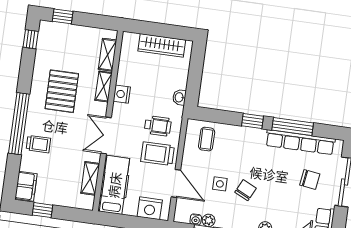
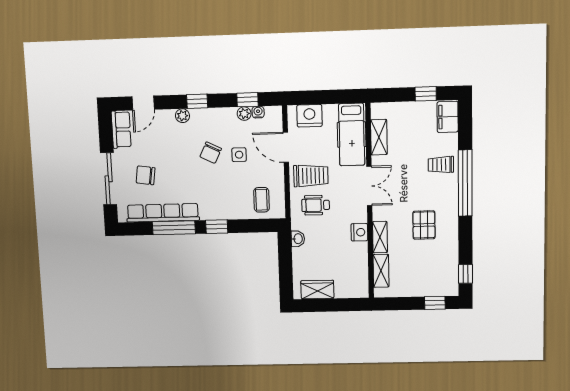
wardrobe: (162, 45) -> (317, 290), width x0.67
pallet: (62, 91) -> (424, 225), width x0.67, depth x0.71

